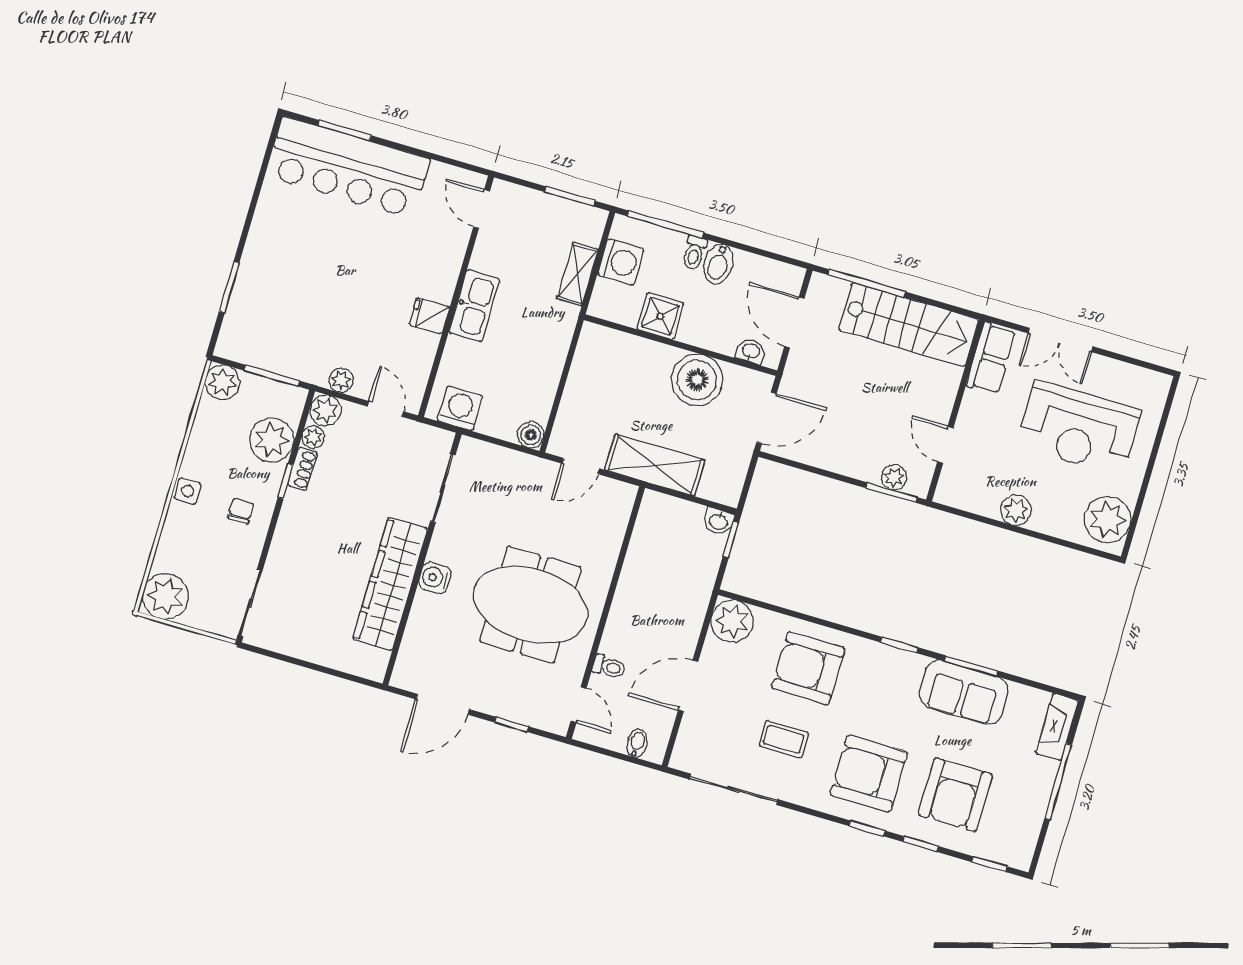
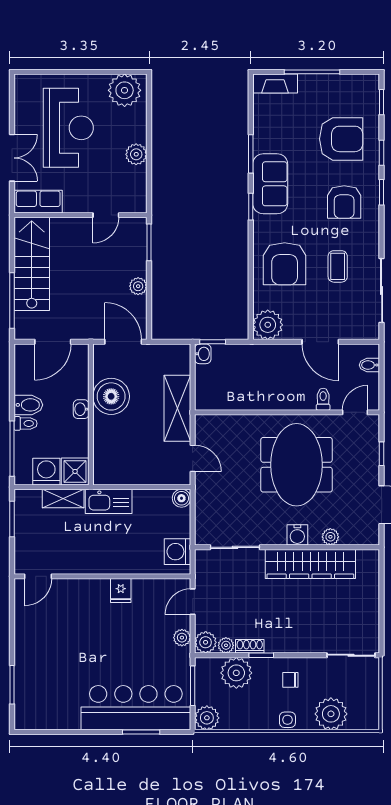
bar counter: (348, 167) -> (136, 708), moved, turned -90
kitchen sink: (474, 306) -> (109, 501), moved, turned 180
shower: (660, 316) -> (75, 471), moved
washbasin: (751, 351) -> (81, 409), moved
plant: (894, 477) -> (138, 286), moved
plant: (166, 596) -> (331, 714), moved
plant: (419, 622) -> (330, 537), added
sofa: (964, 692) -> (270, 184), moved
armchair: (869, 774) -> (344, 202), width x0.73, depth x0.73

